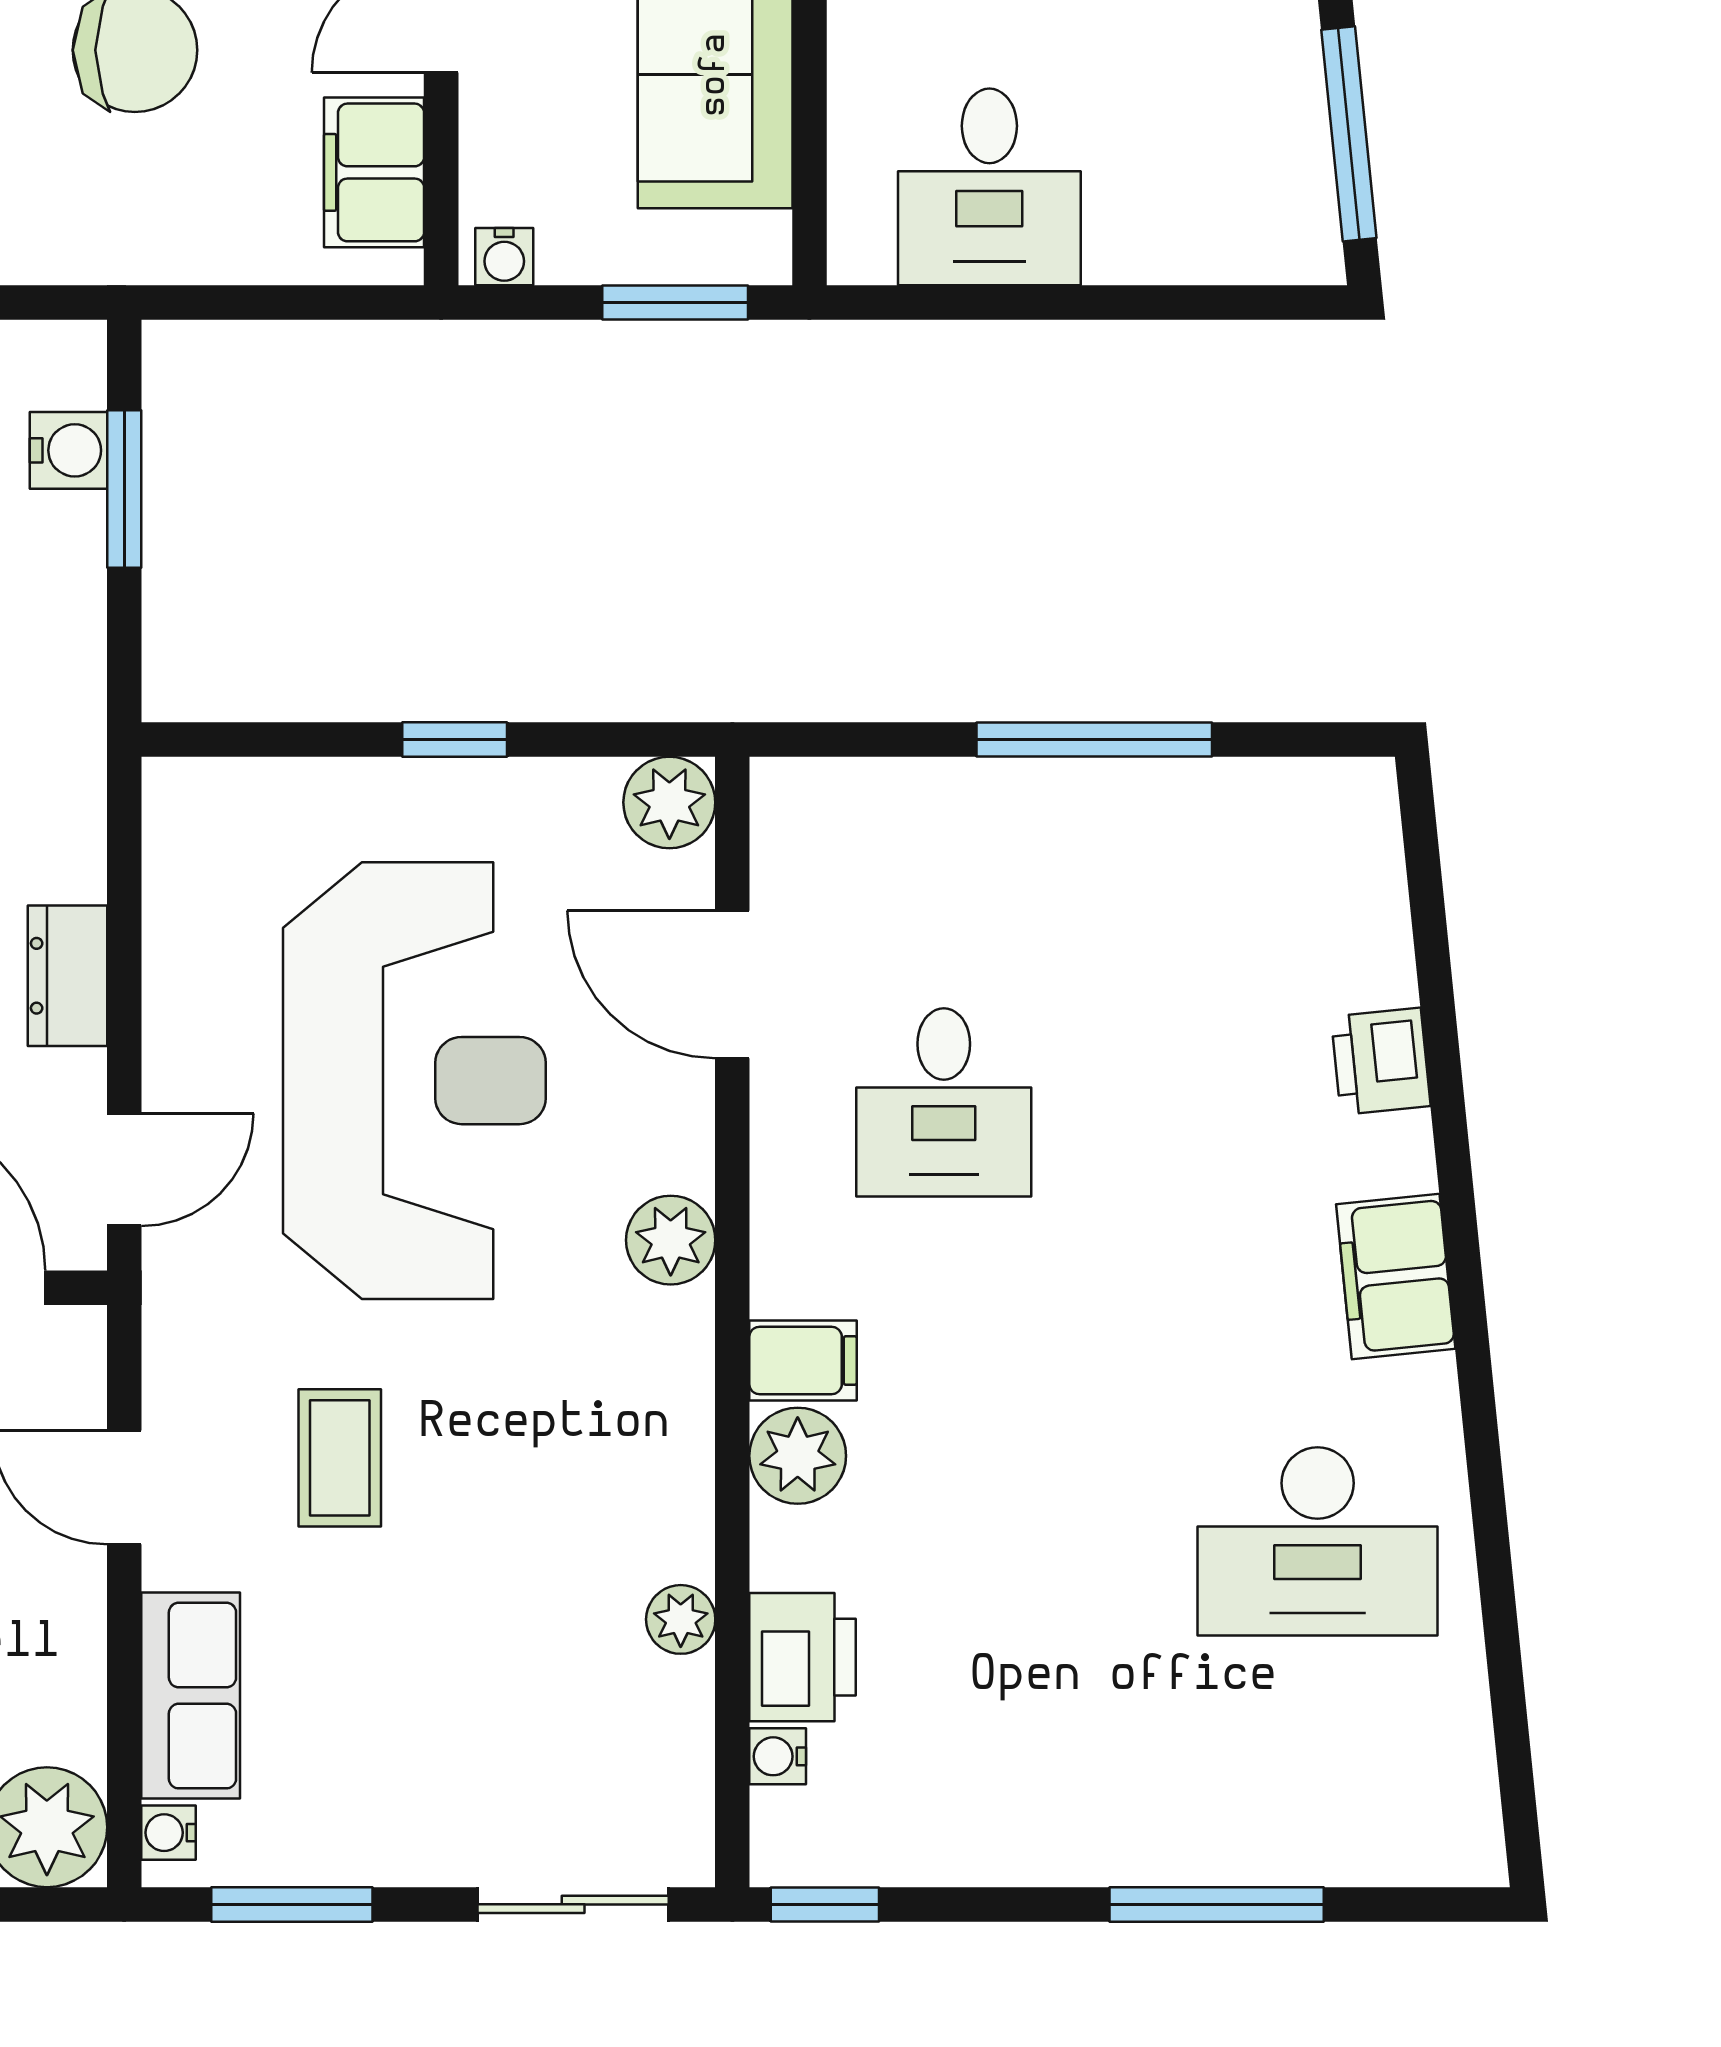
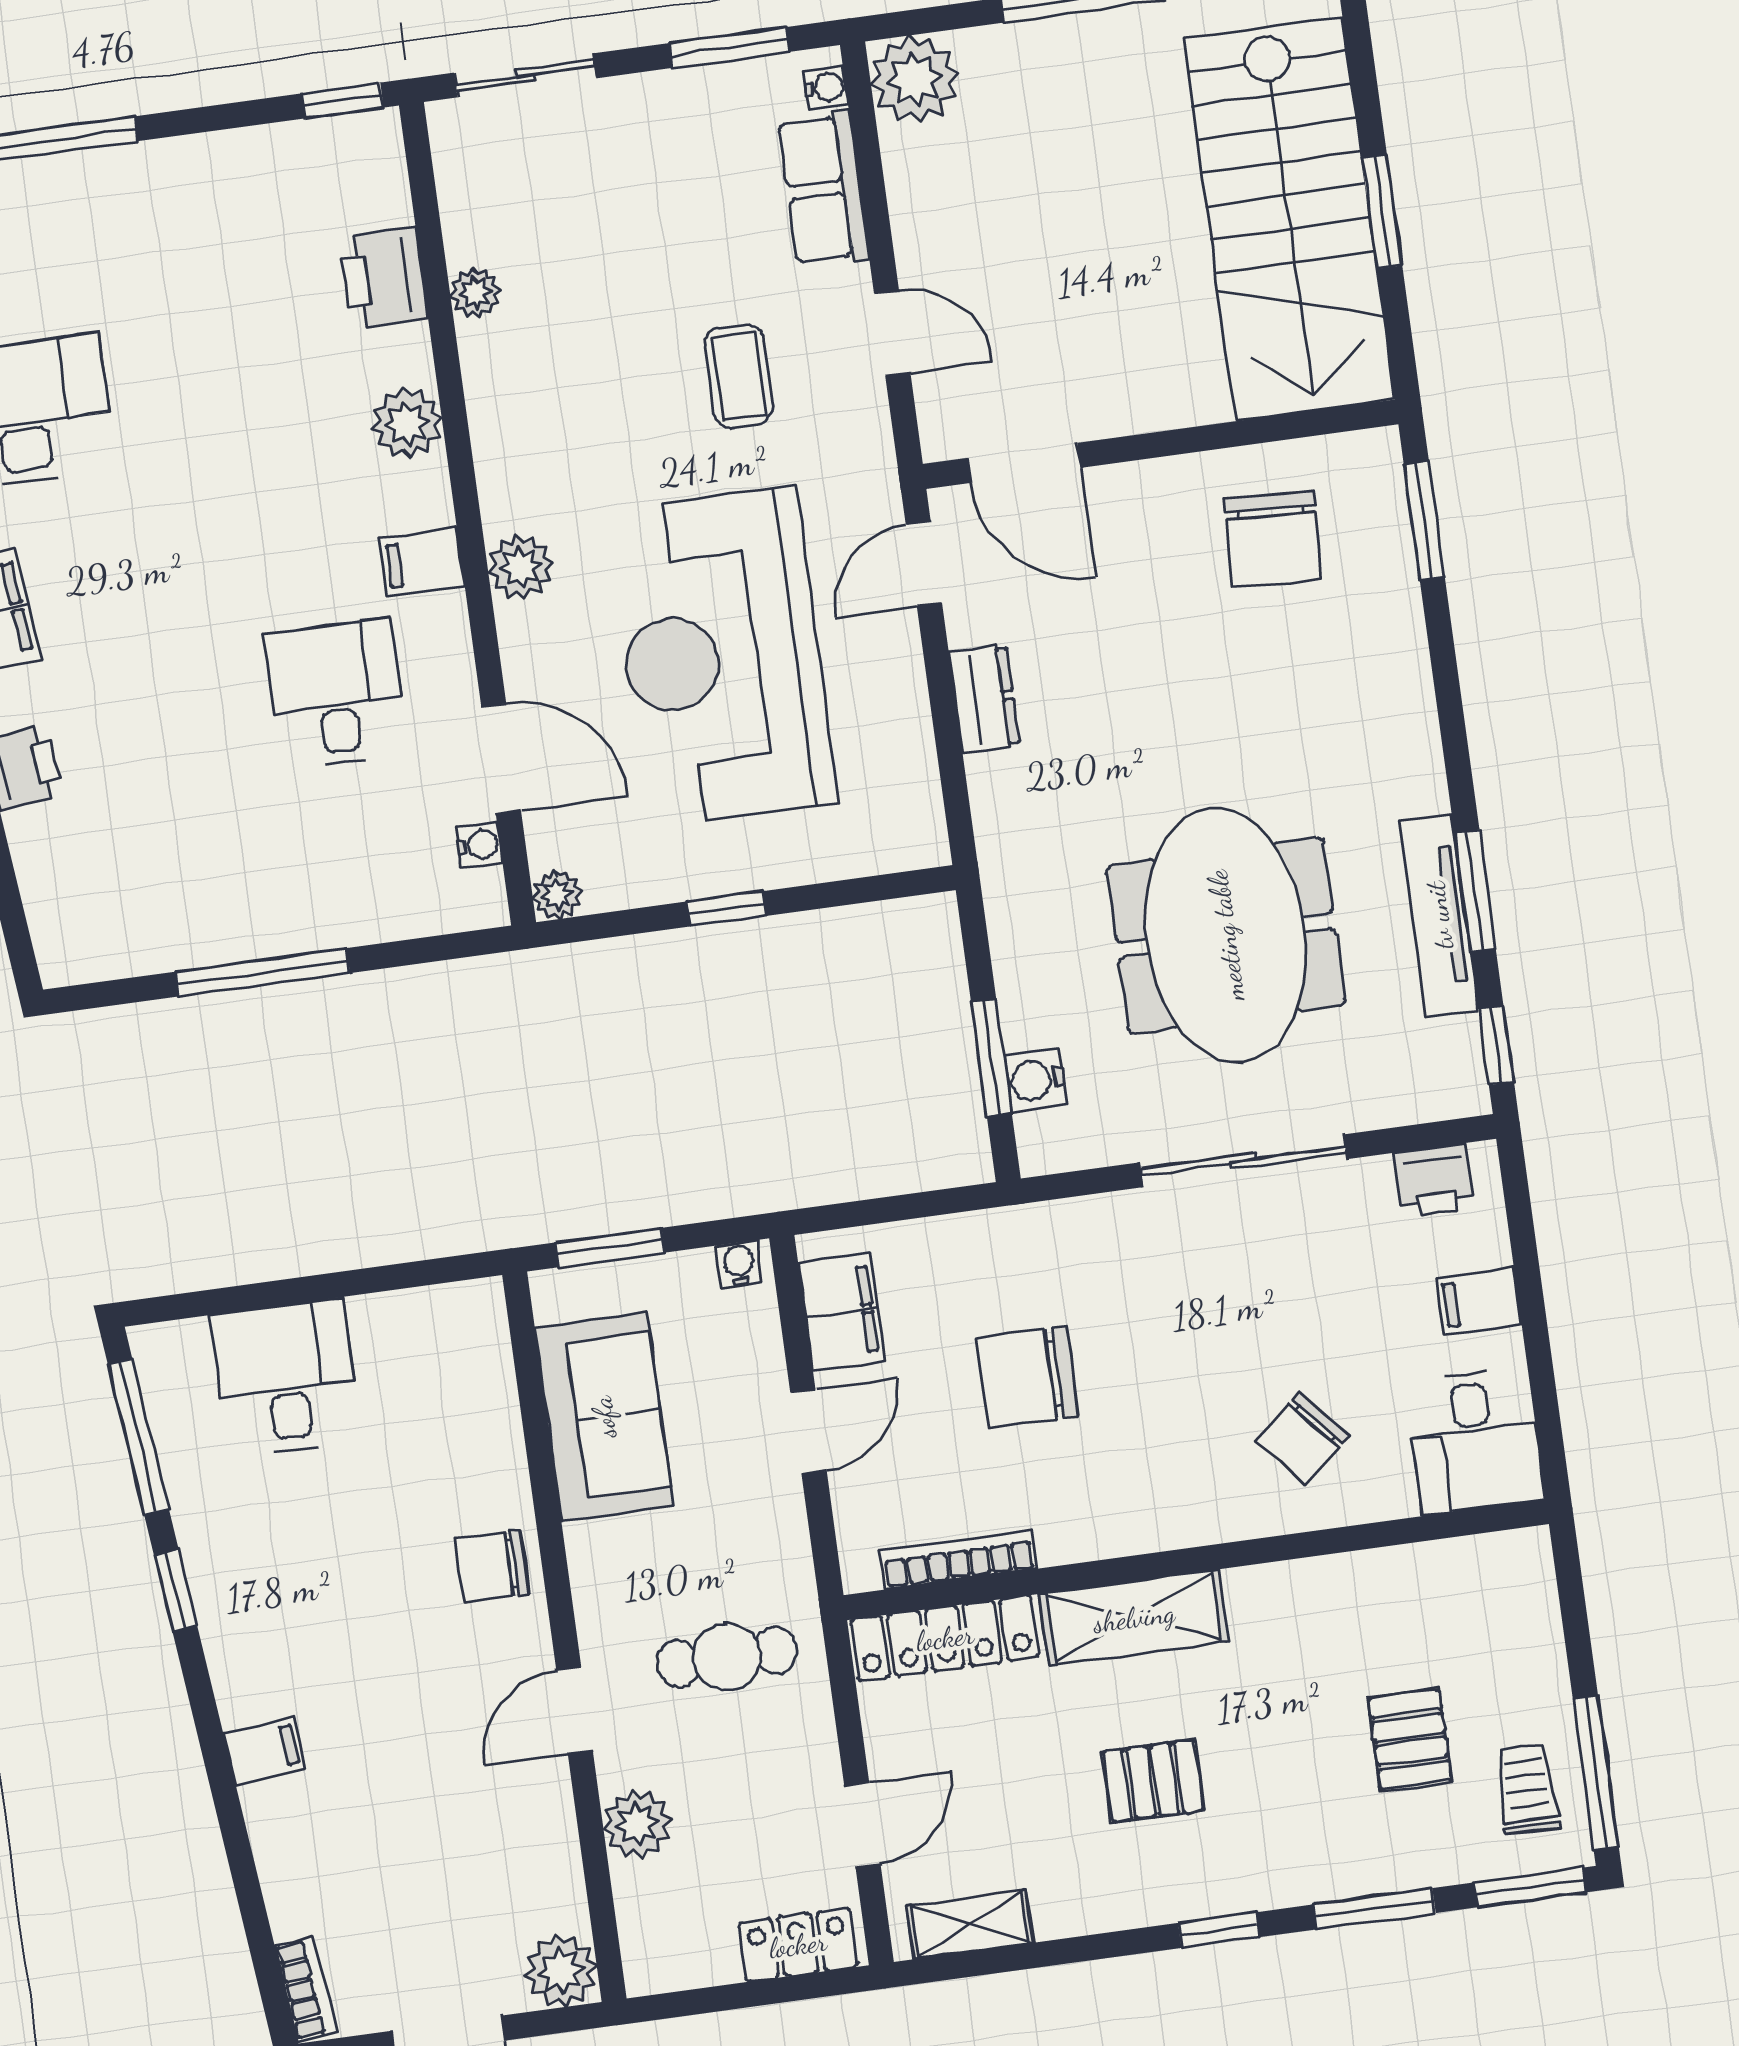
desk: (989, 187) -> (286, 1377), moved
plant: (669, 802) -> (557, 895), width x0.73, depth x0.73
filing cabinet: (803, 1360) -> (422, 562), moved
water cooler: (778, 1756) -> (479, 845), moved

